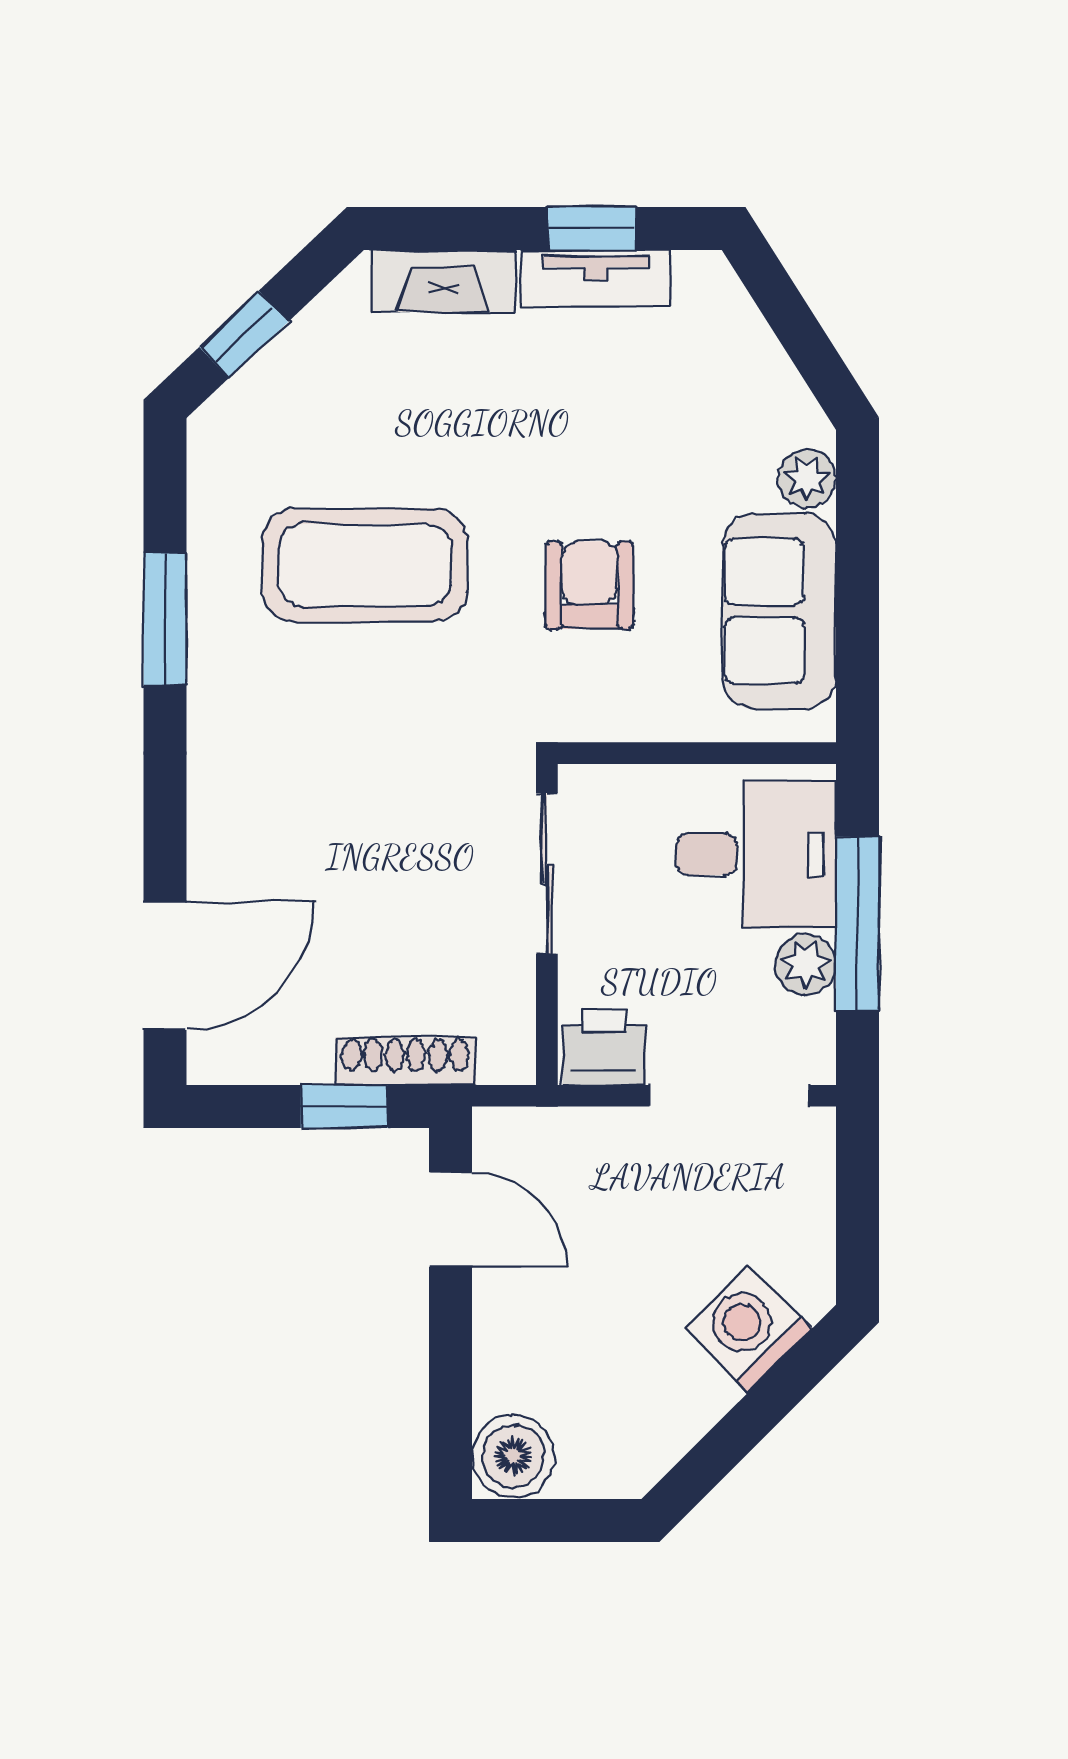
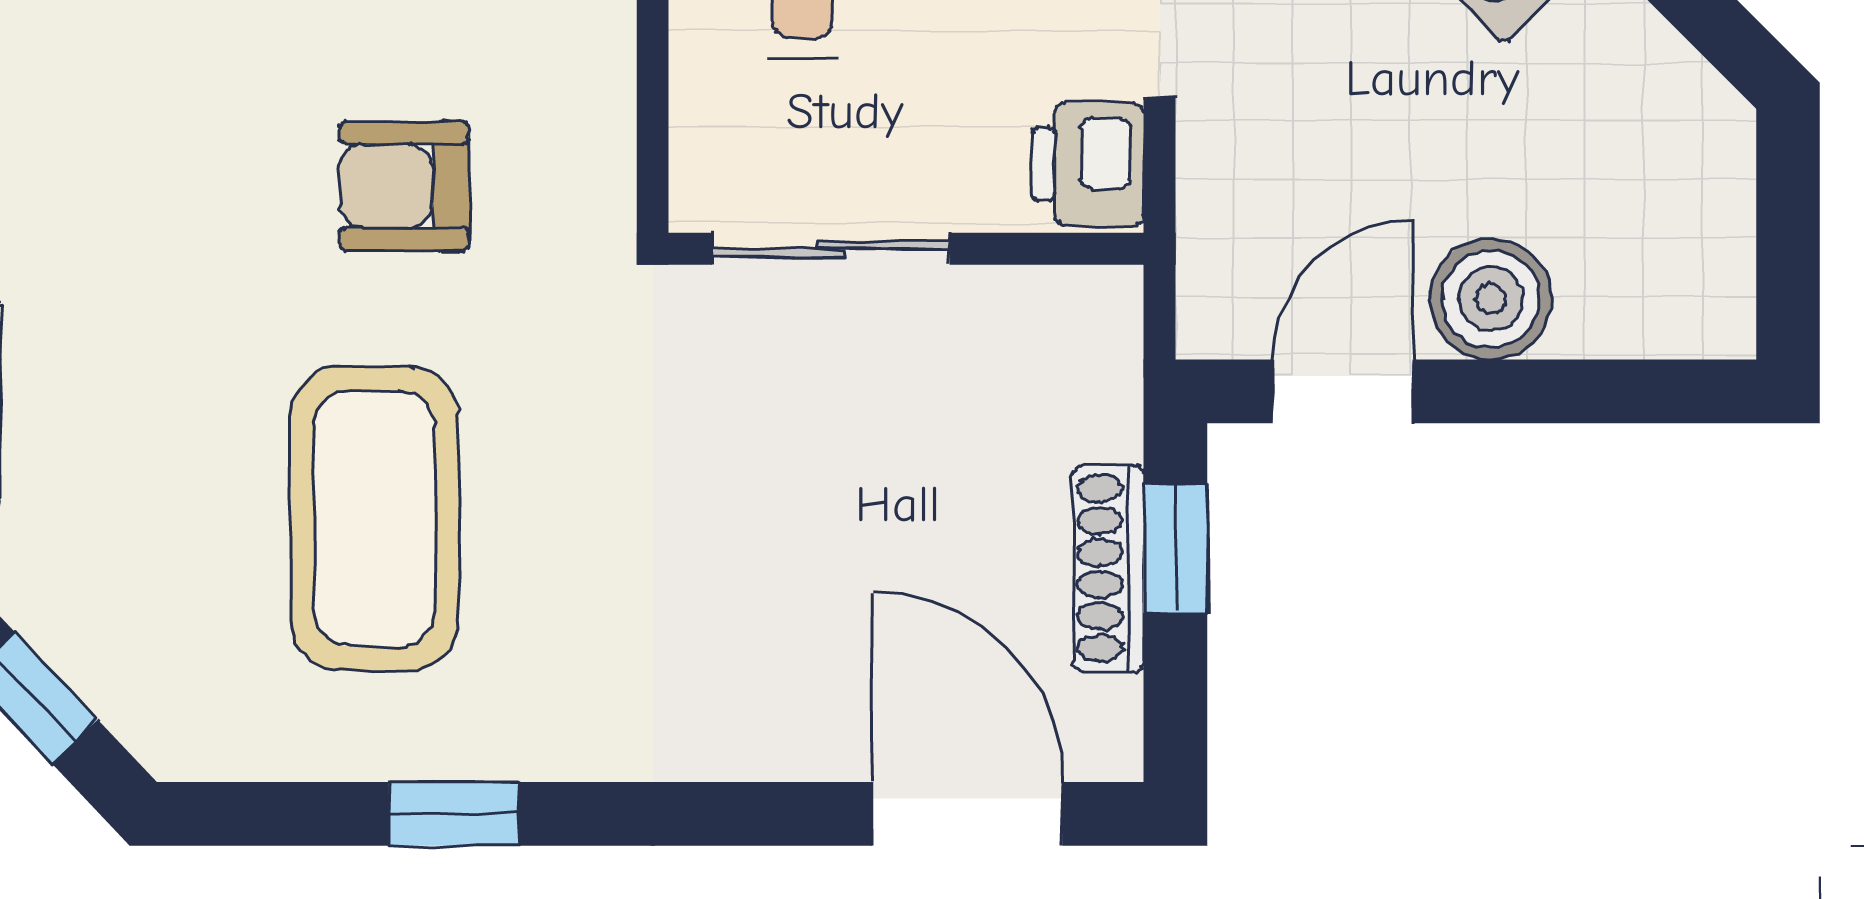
window: (165, 619) -> (454, 814), width x0.67
shoe rack: (405, 1061) -> (1108, 568), moved
boiler: (513, 1456) -> (1491, 299), moved

